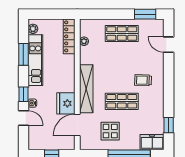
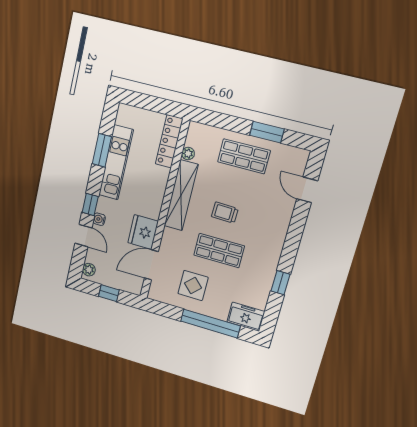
window: (145, 14) -> (267, 132), moved
plant: (33, 29) -> (89, 270), moved
trolley: (143, 80) -> (225, 213), moved
shelving: (86, 89) -> (181, 195), moved
window: (169, 125) -> (280, 283), moved

